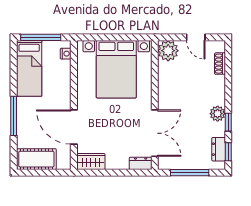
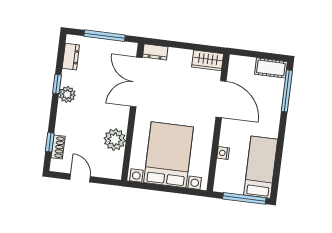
plant: (168, 51) -> (115, 140), moved
nightstand: (66, 54) -> (223, 153), moved
window: (14, 116) -> (287, 91), moved
window: (228, 152) -> (50, 142), moved
cot: (36, 159) -> (271, 68), width x0.73, depth x0.75

